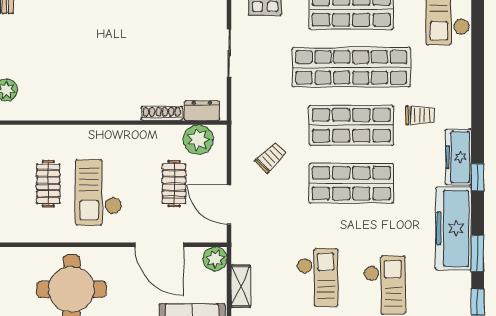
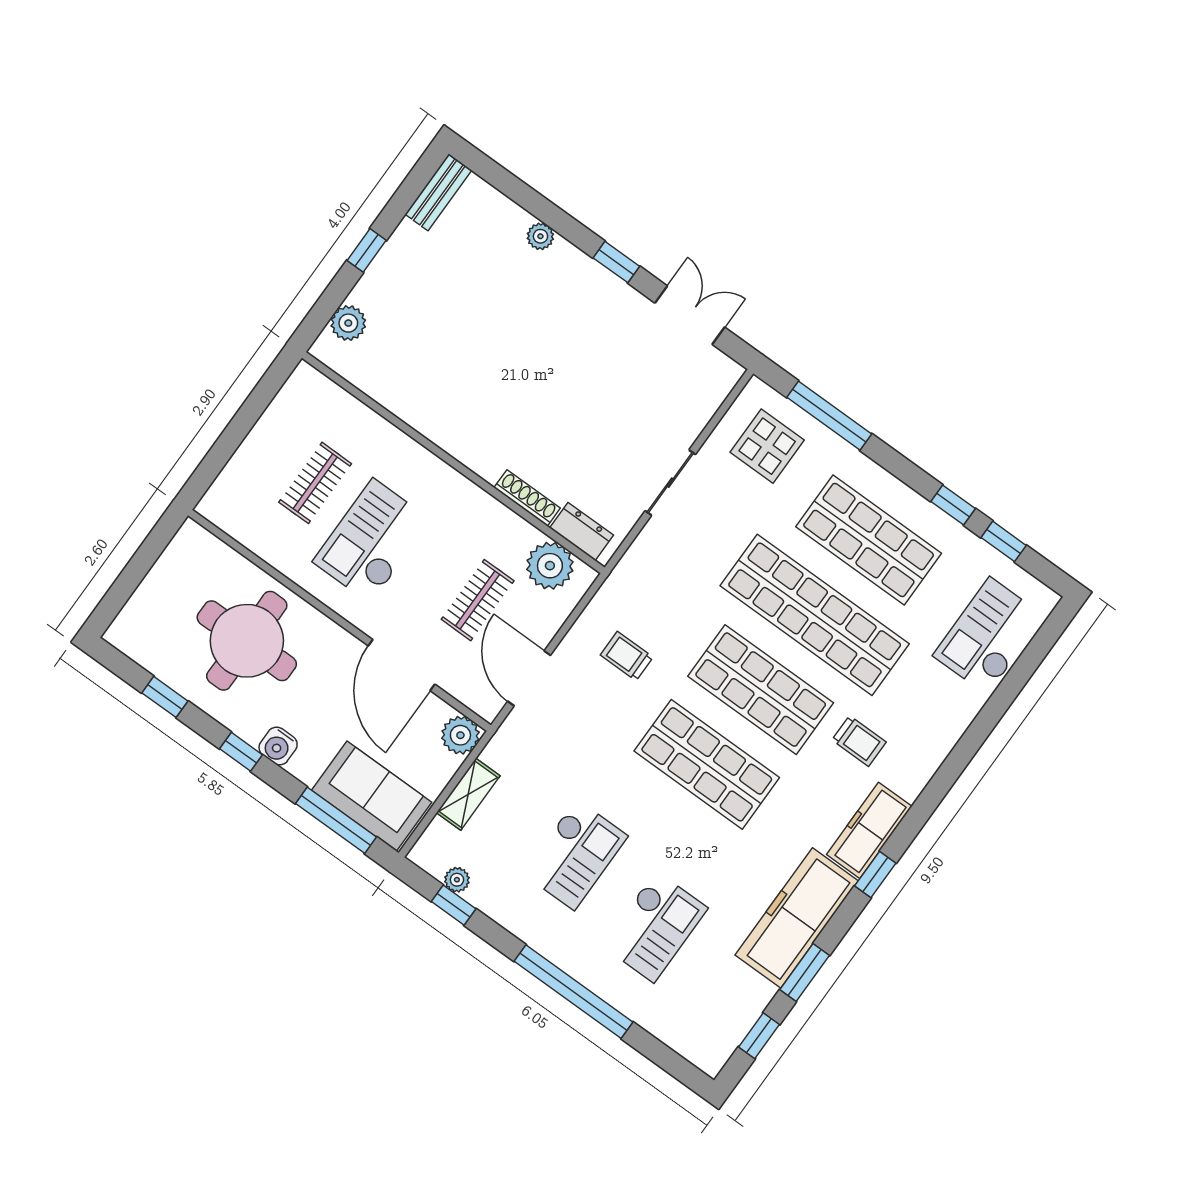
trolley: (271, 157) -> (627, 656), turned -135

